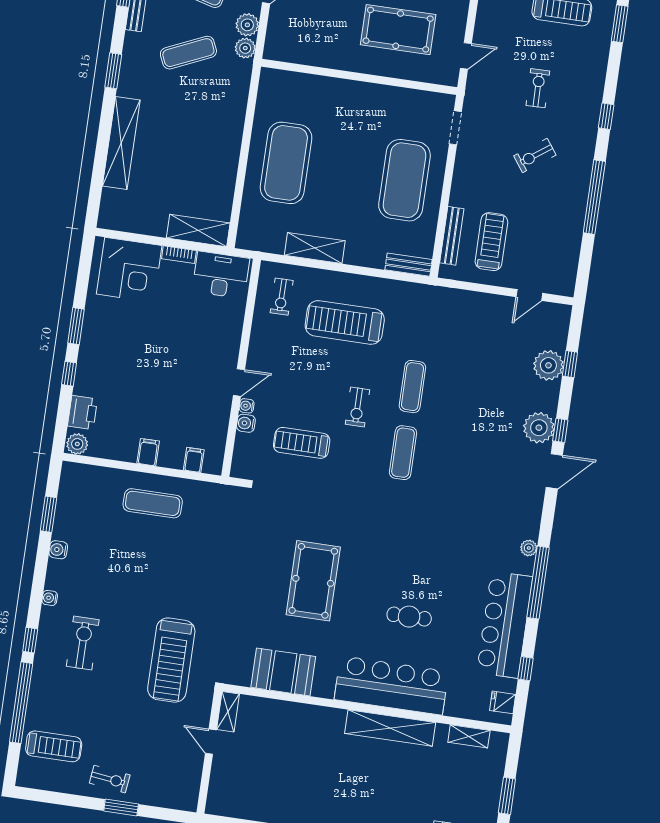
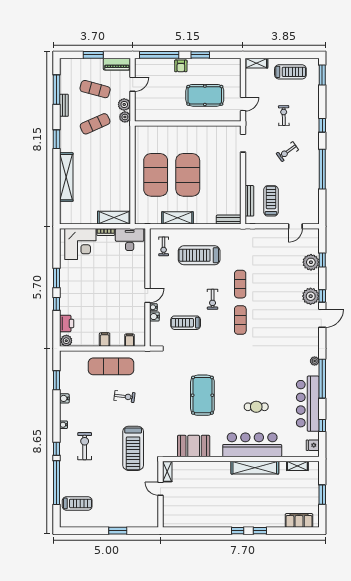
exercise mat: (404, 180) -> (188, 175), moved
exercise mat: (153, 503) -> (111, 366), width x1.36, depth x1.45
exercise bike: (110, 779) -> (124, 396), moved

